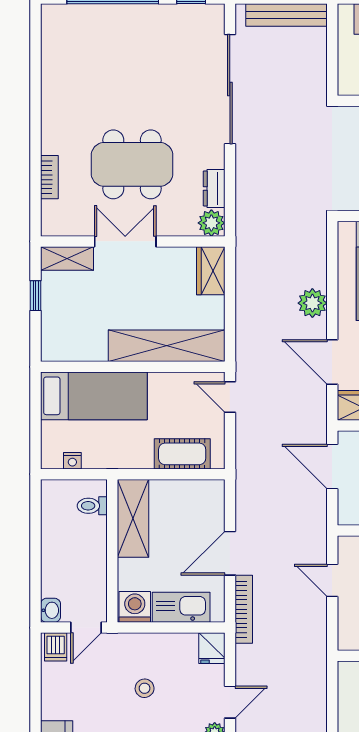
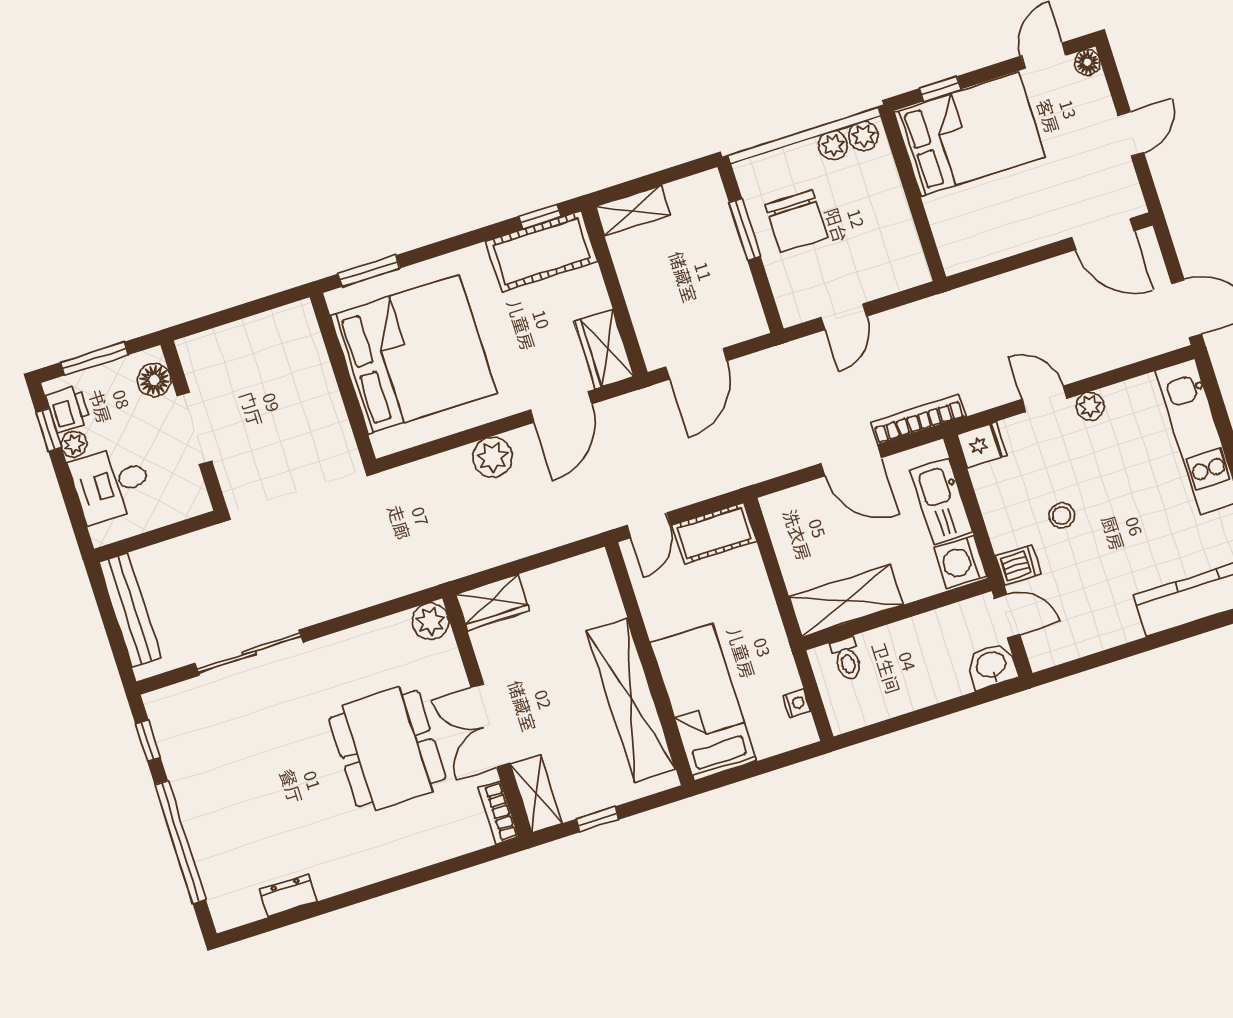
sliding door: (230, 89) -> (249, 653), width x0.73
bookcase: (49, 177) -> (498, 813), moved, turned -90
dresser: (214, 188) -> (288, 895), moved, turned 180
shelving: (167, 346) -> (631, 700), moved
cot: (182, 454) -> (714, 533), moved, turned 90
washbasin: (51, 610) -> (992, 666), width x1.38, depth x1.45
dishwasher: (56, 647) -> (1018, 565), moved

